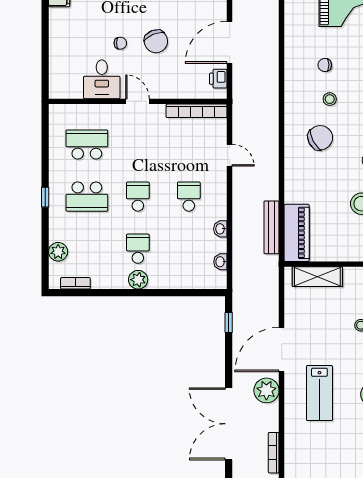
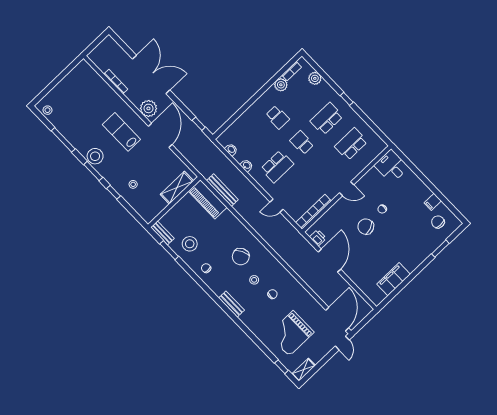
desk: (102, 79) -> (391, 166), moved
school desk: (87, 144) -> (351, 144), turned 180
school desk: (138, 197) -> (302, 143), turned 180
school desk: (189, 197) -> (277, 166), width x1.85
plant: (138, 280) -> (281, 85), moved

